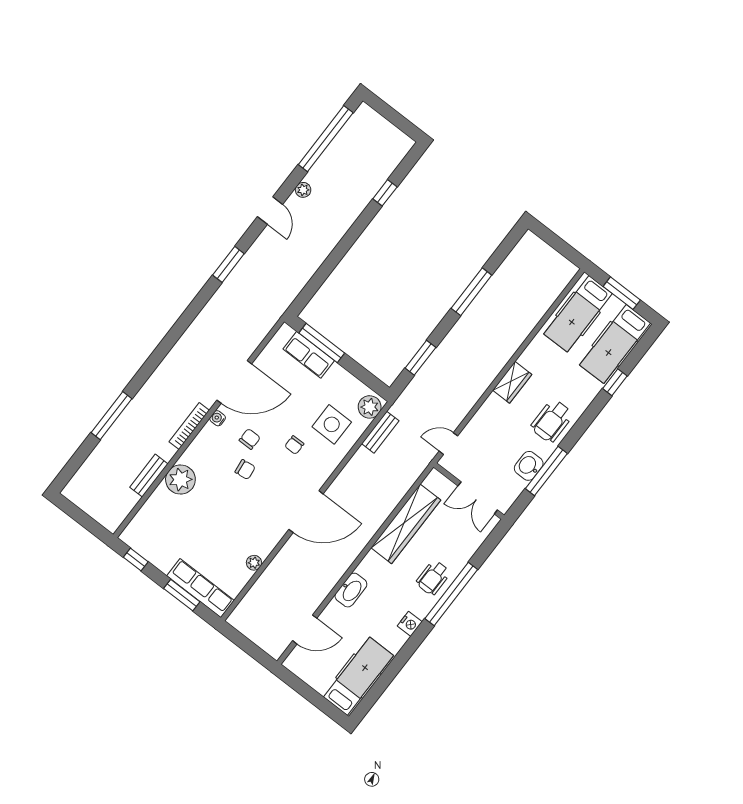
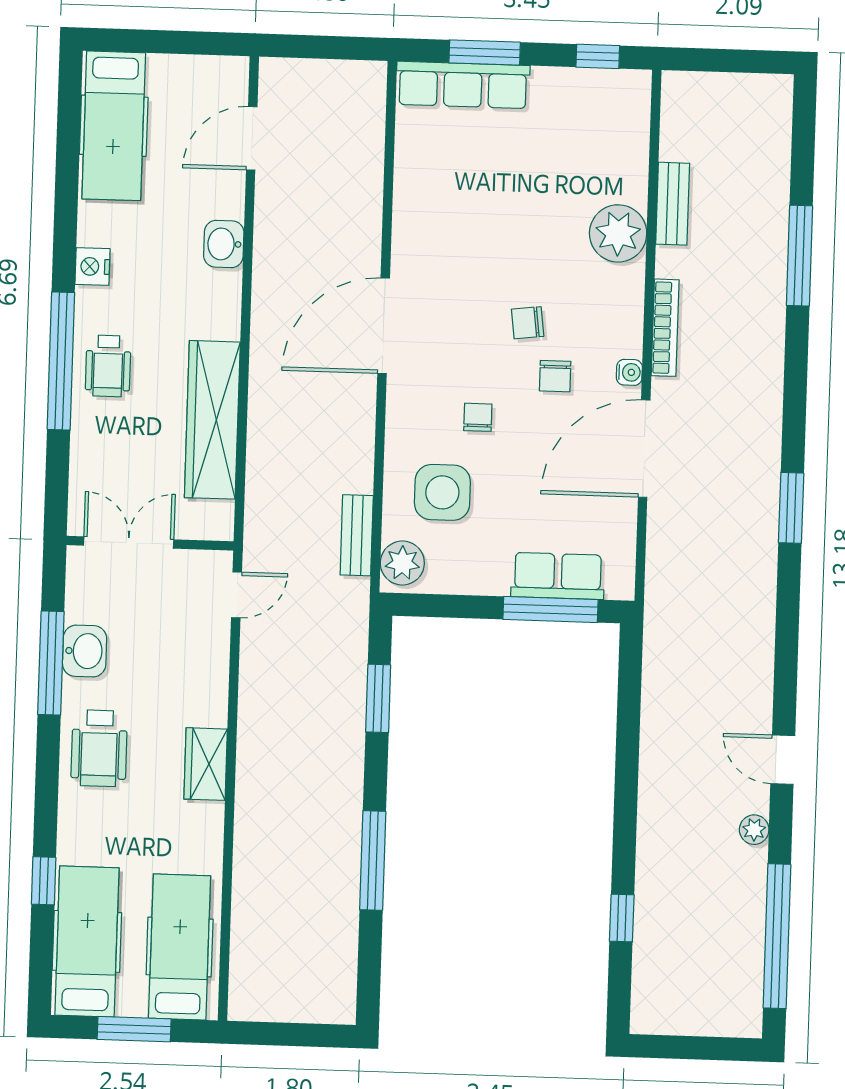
window: (228, 264) -> (791, 508), moved
wheelchair: (552, 421) -> (99, 748), turned 180
plant: (254, 563) -> (407, 186), removed
wheelchair: (433, 578) -> (108, 366), turned 180
washbasin: (351, 590) -> (224, 244), width x0.72

